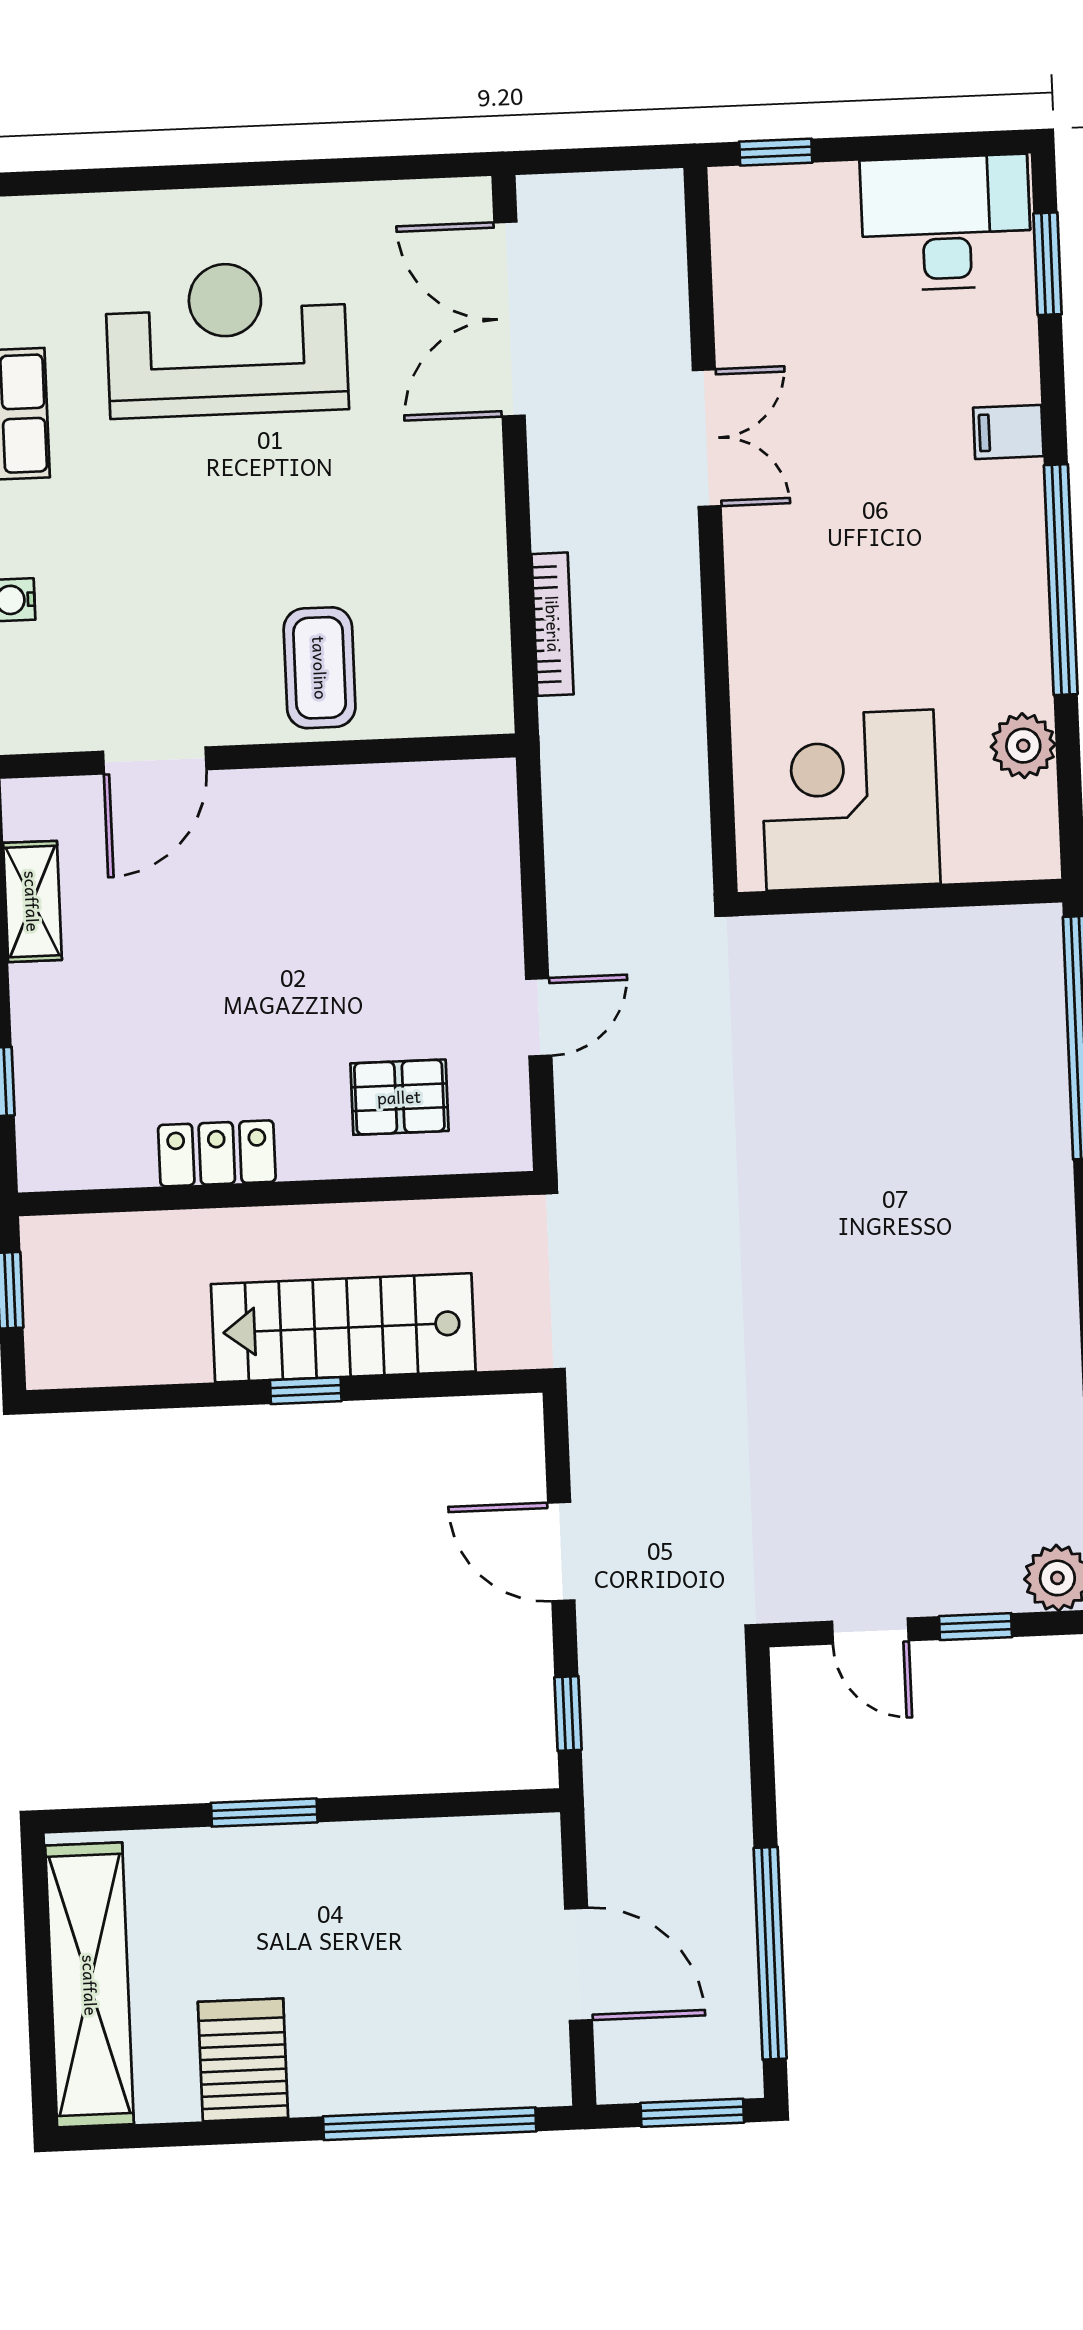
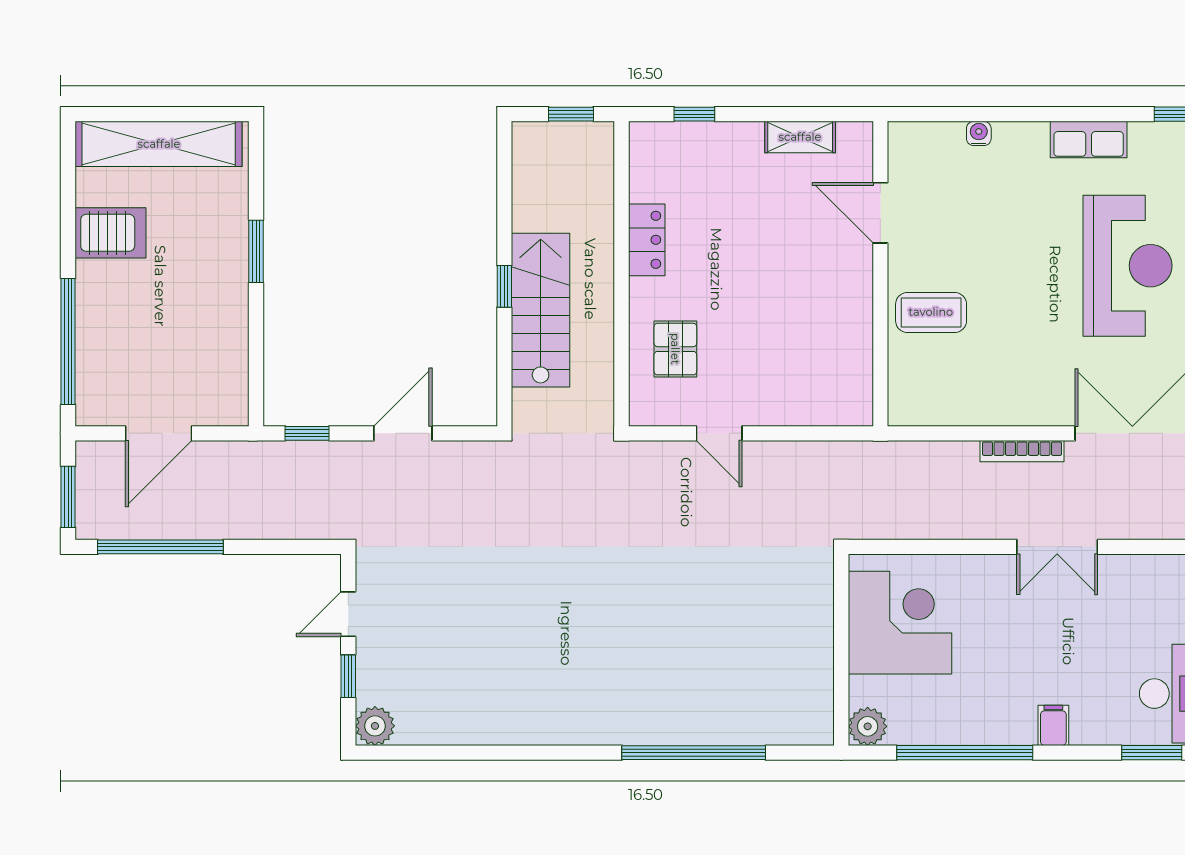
bookcase: (553, 624) -> (1022, 451), moved
corner desk: (850, 800) -> (900, 623), moved
wall: (900, 897) -> (841, 650), moved

